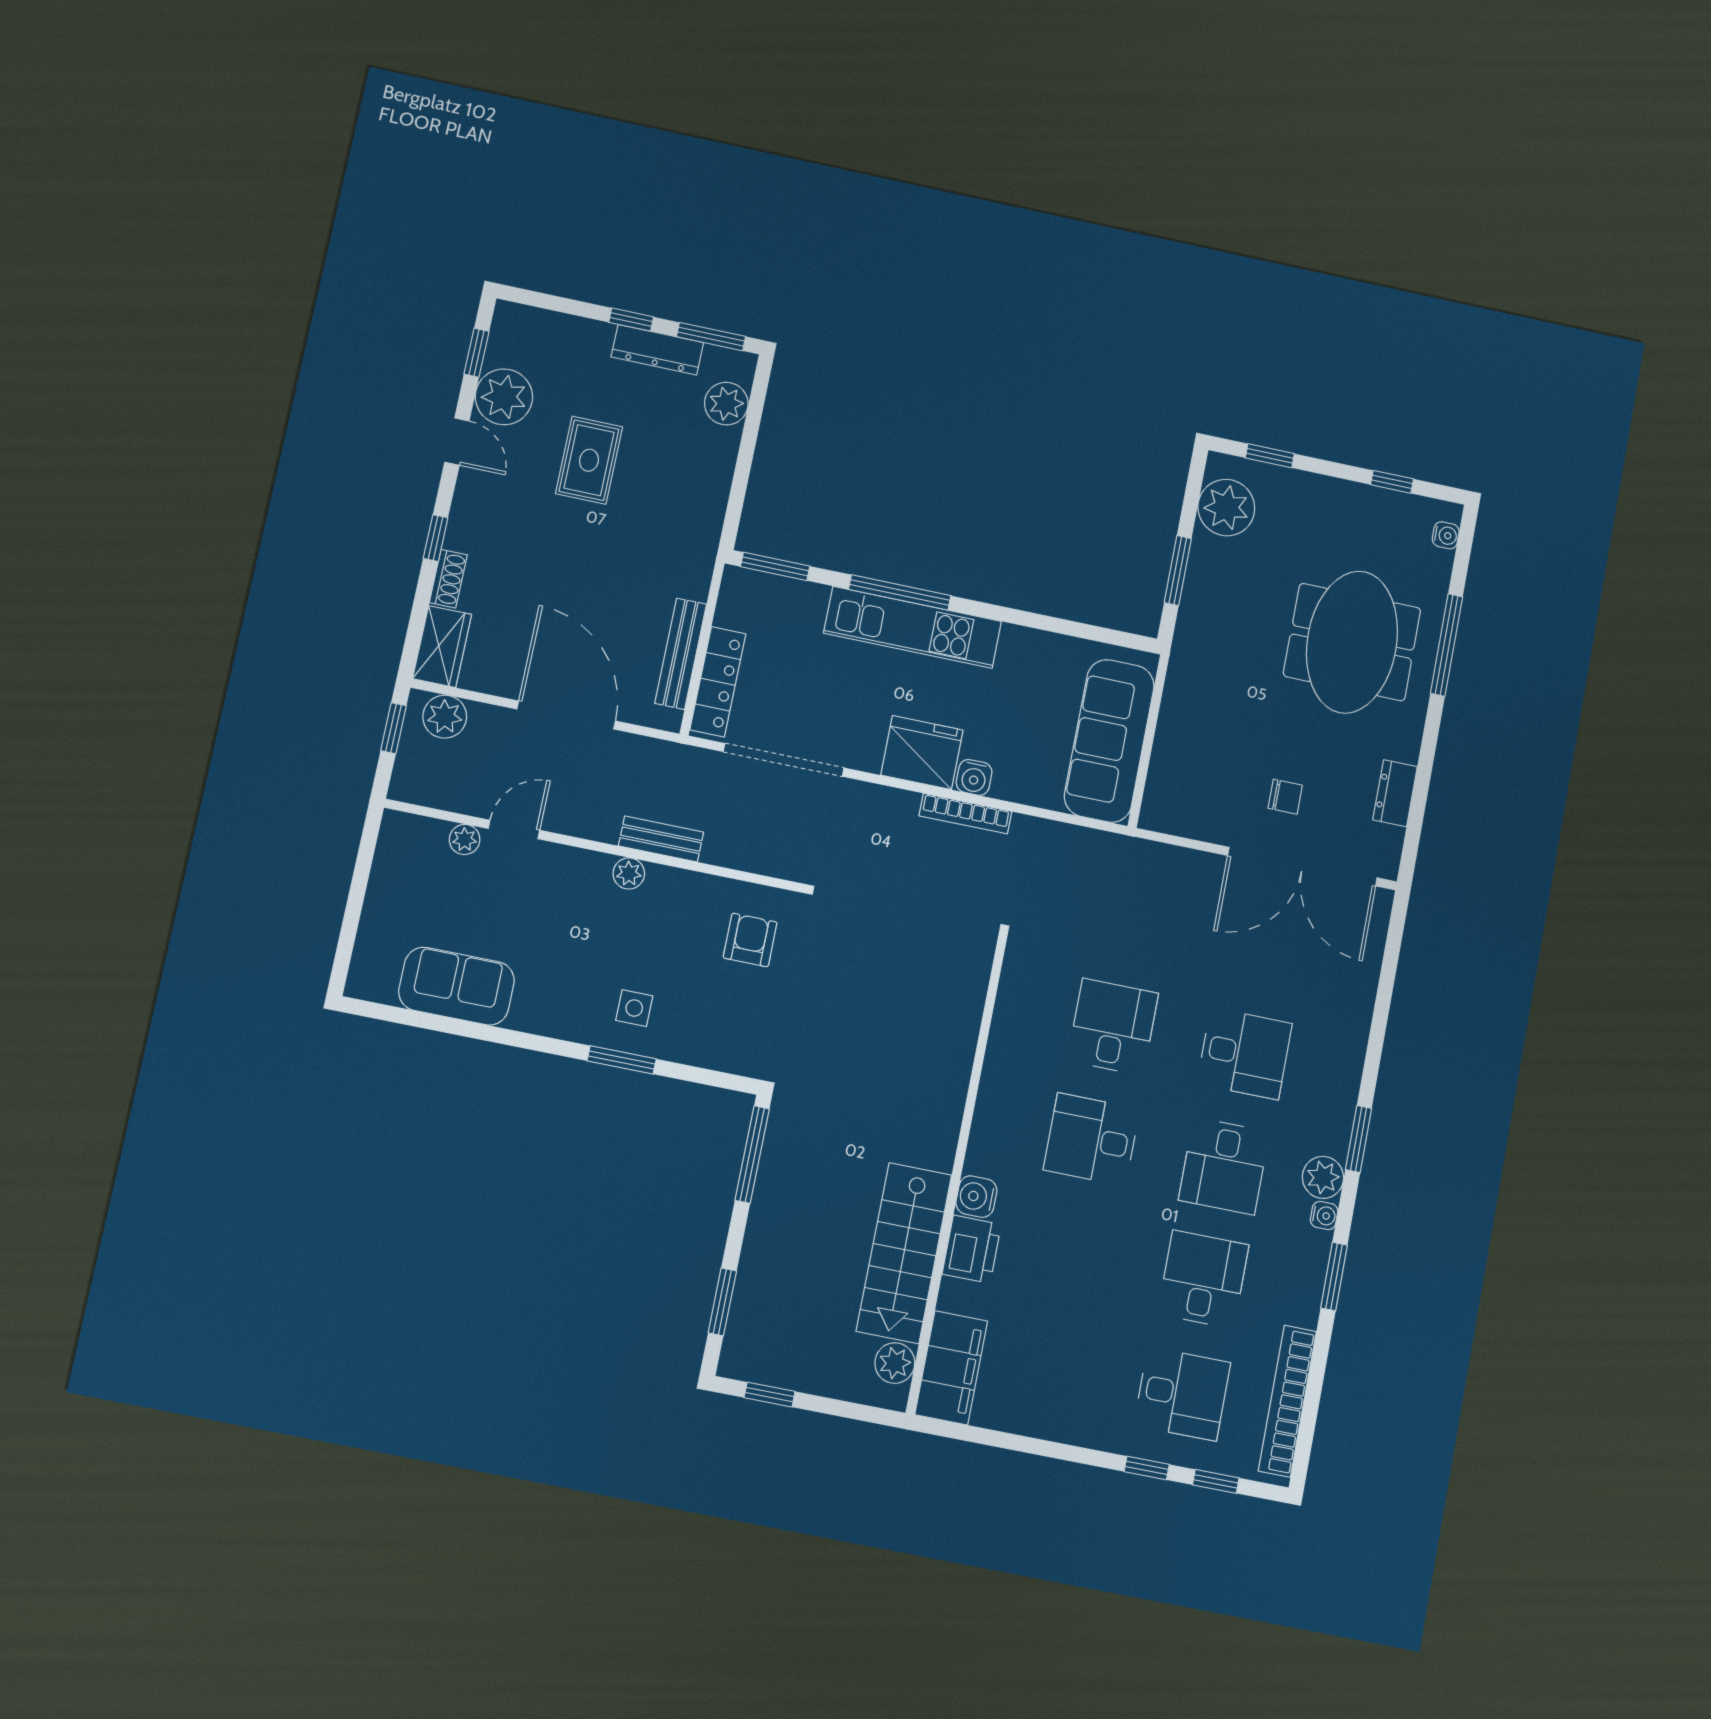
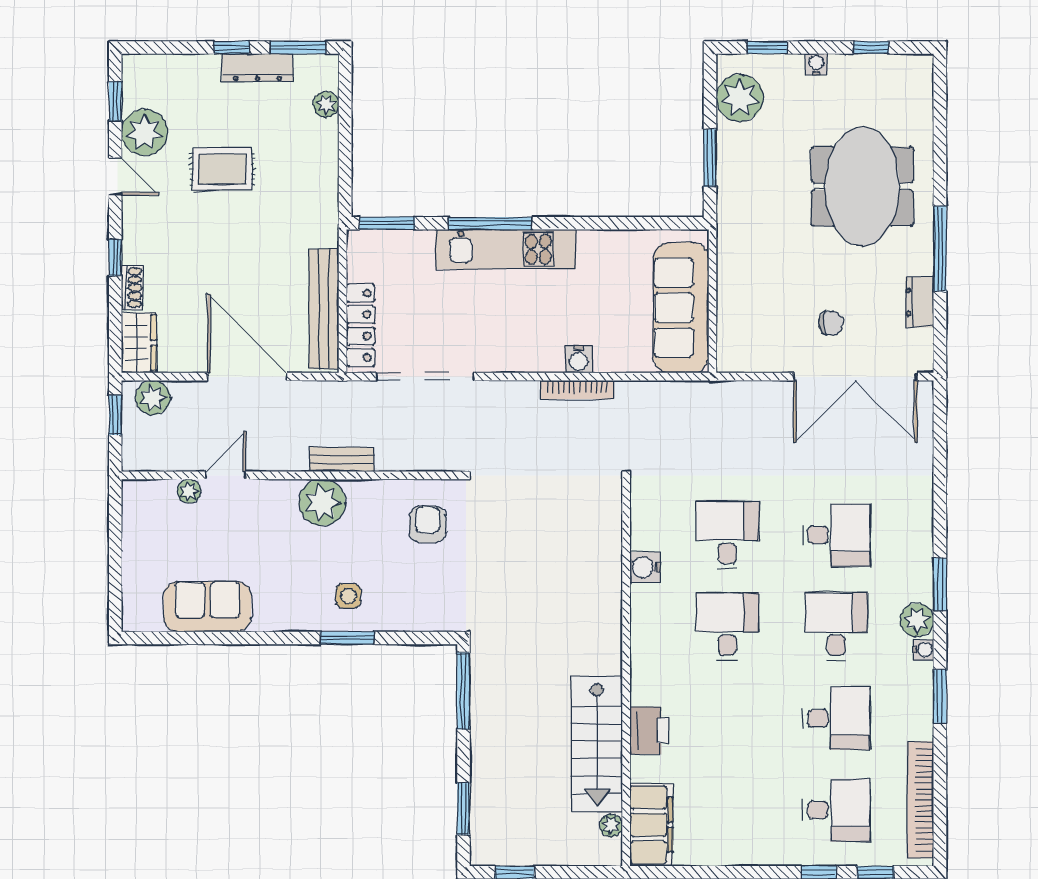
plant: (726, 404) -> (326, 104), width x0.73, depth x0.73
rug: (589, 460) -> (222, 169), turned 90
water cooler: (1446, 535) -> (816, 64), moved, turned -90
window: (1447, 645) -> (940, 249), moved
bench: (681, 654) -> (324, 309), width x1.37, depth x1.21
fridge: (922, 753) -> (533, 348), removed
plant: (629, 873) -> (322, 502), width x1.88, depth x1.88
desk: (1092, 1139) -> (727, 627), turned 90
desk: (1224, 1166) -> (836, 627), turned 180
water cooler: (976, 1197) -> (645, 567), moved
desk: (1203, 1279) -> (836, 718), turned 90
plant: (895, 1363) -> (611, 825), width x0.73, depth x0.73

